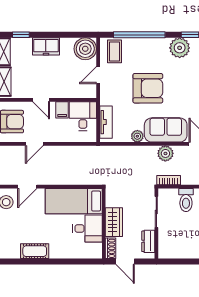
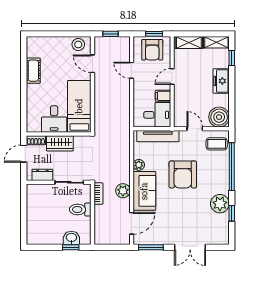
tv unit: (106, 122) -> (158, 136), width x1.41

